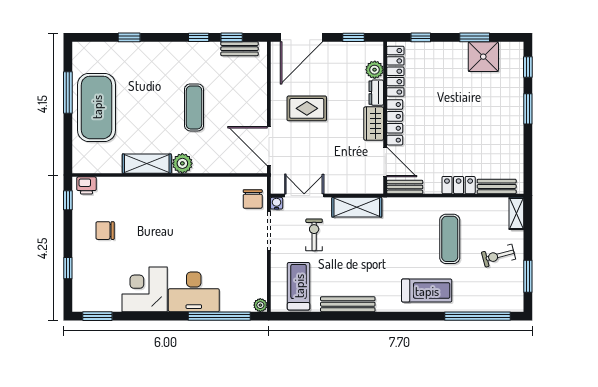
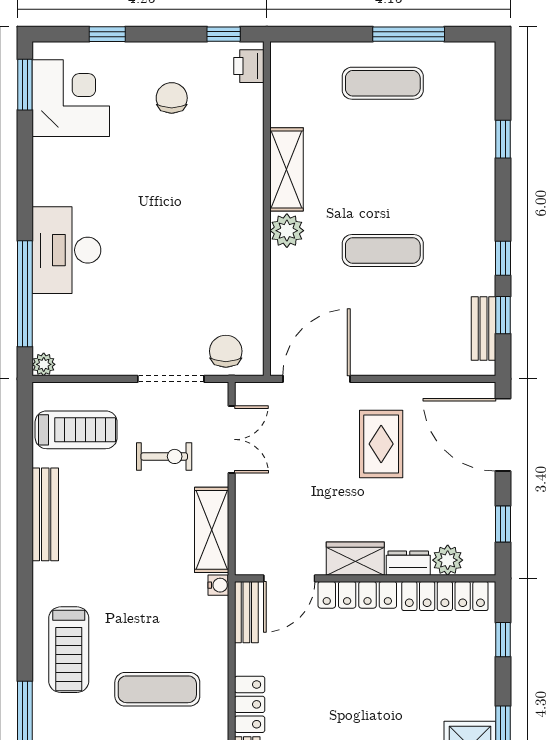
exercise mat: (97, 107) -> (383, 83), width x0.50, depth x0.69
chair: (253, 199) -> (226, 351), turned 90
water cooler: (277, 203) -> (218, 585), moved
corner desk: (145, 289) -> (71, 98), moved

